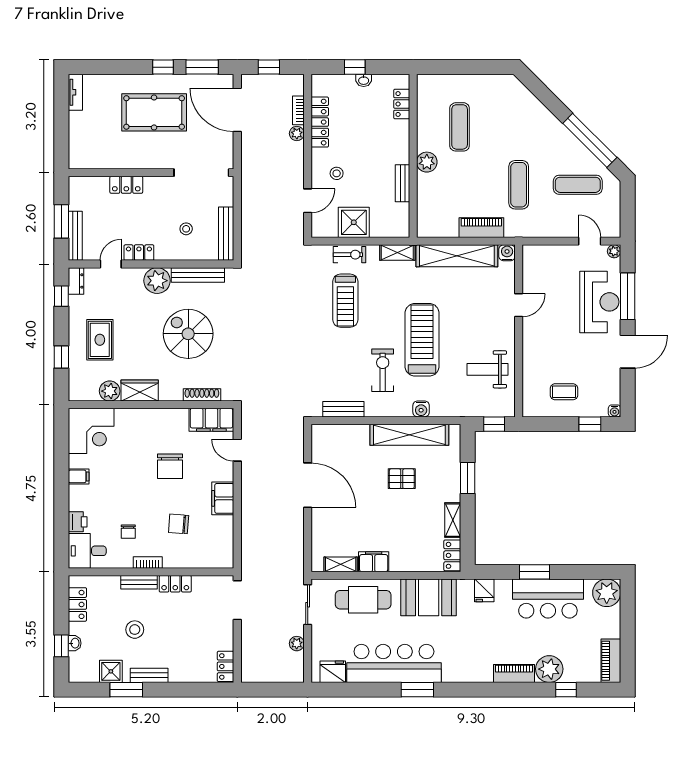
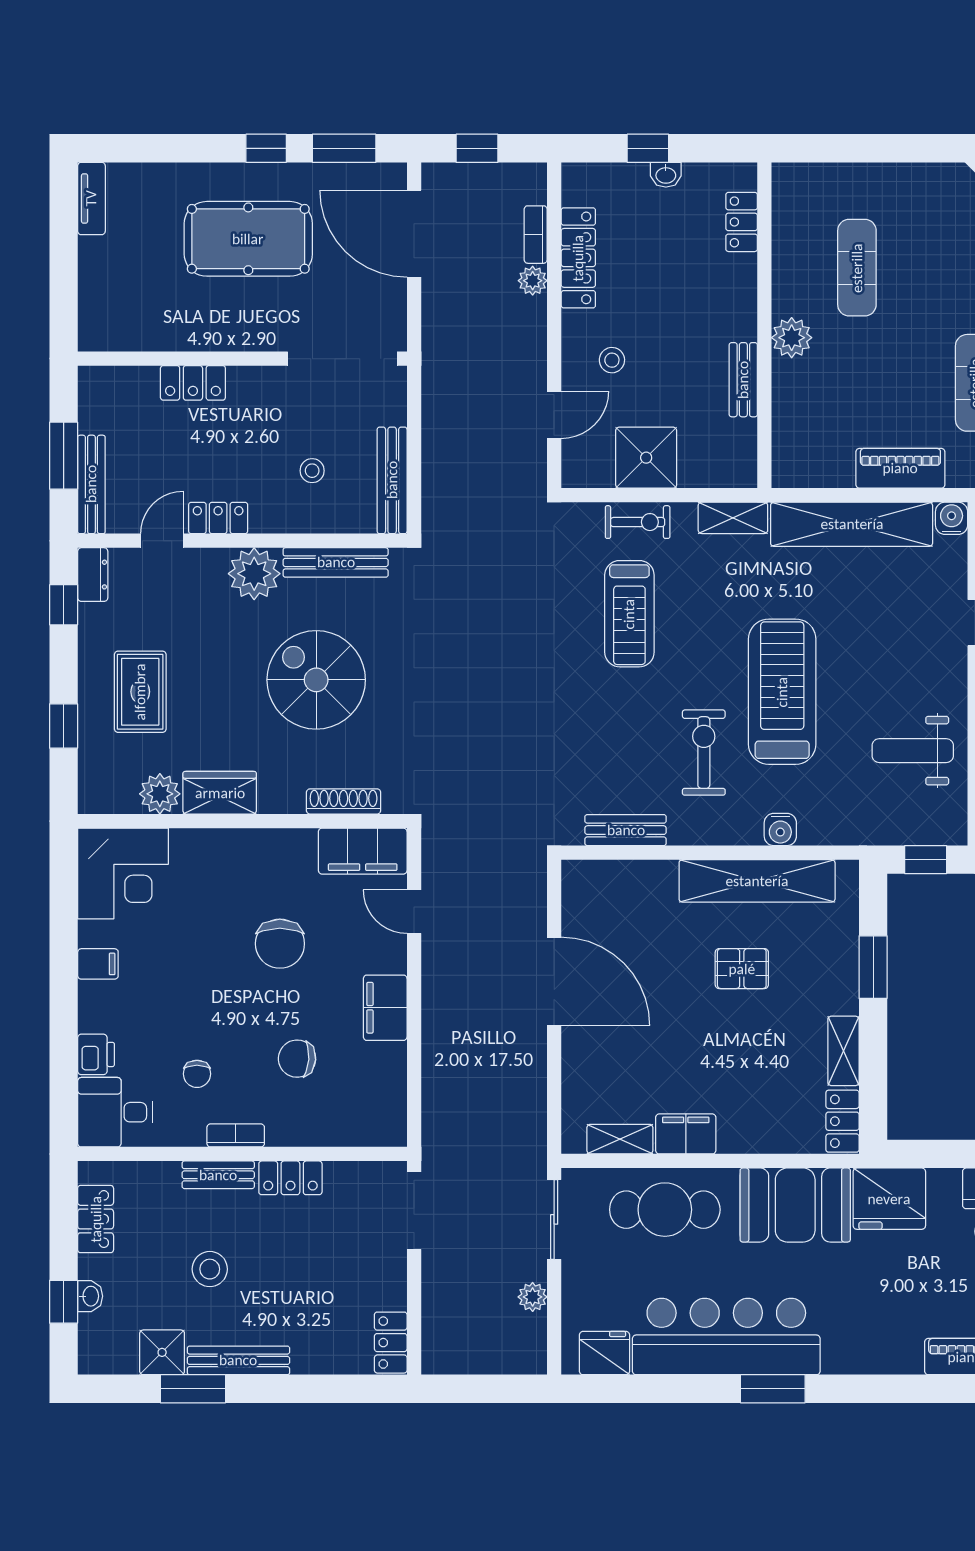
fridge: (484, 590) -> (889, 1199), width x1.88, depth x1.34
bench: (149, 675) -> (238, 1360), width x1.36

